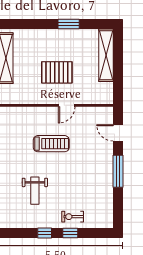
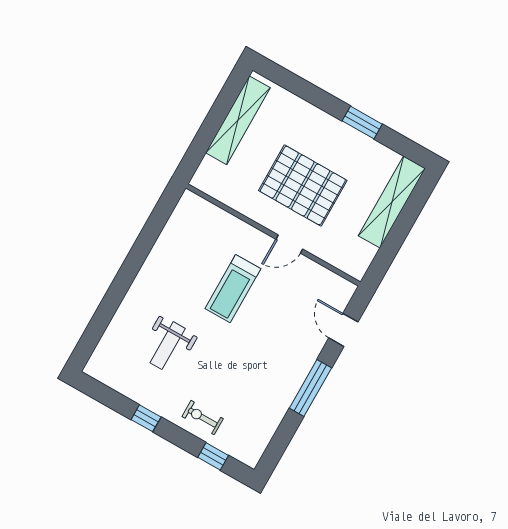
pallet: (57, 72) -> (303, 185), width x1.37, depth x1.41
treadmill: (51, 144) -> (233, 289), turned 90
window: (70, 233) -> (213, 456), moved

